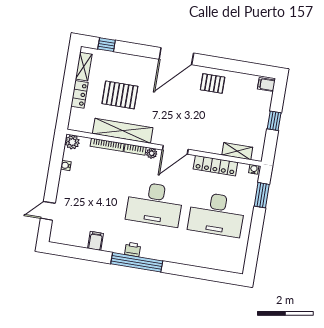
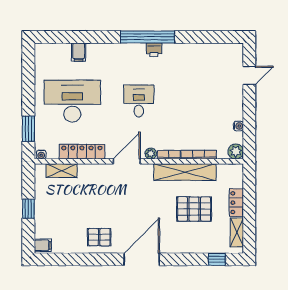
desk: (155, 204) -> (139, 101), width x0.53, depth x0.77
filing cabinet: (96, 241) -> (79, 52), moved

